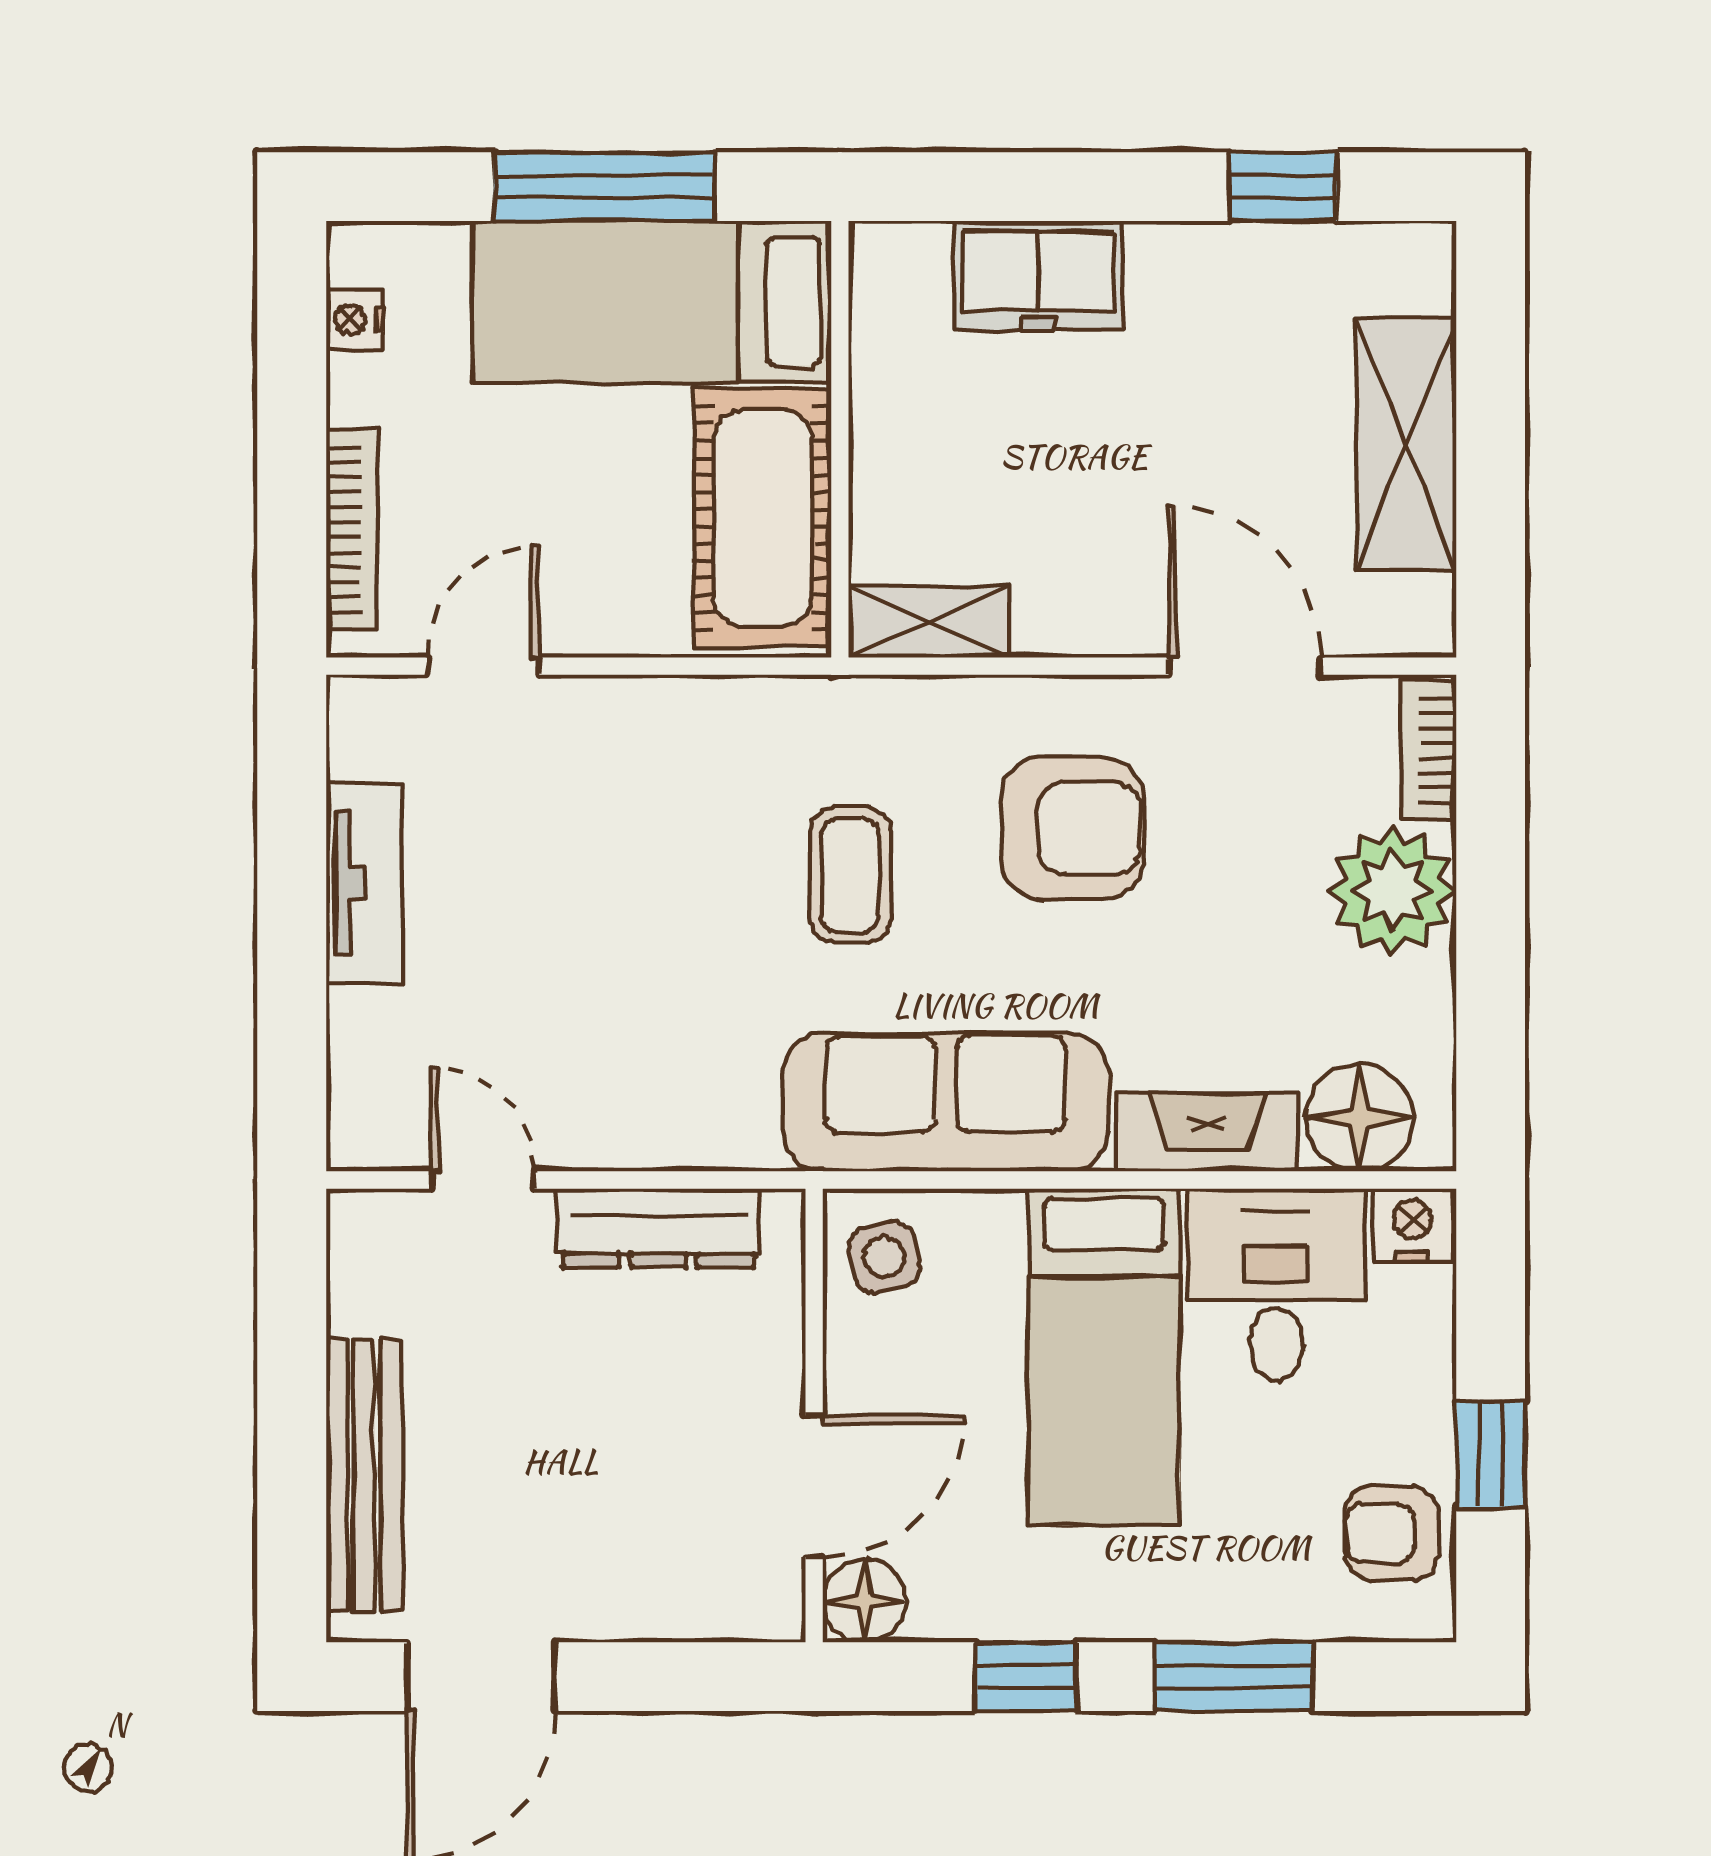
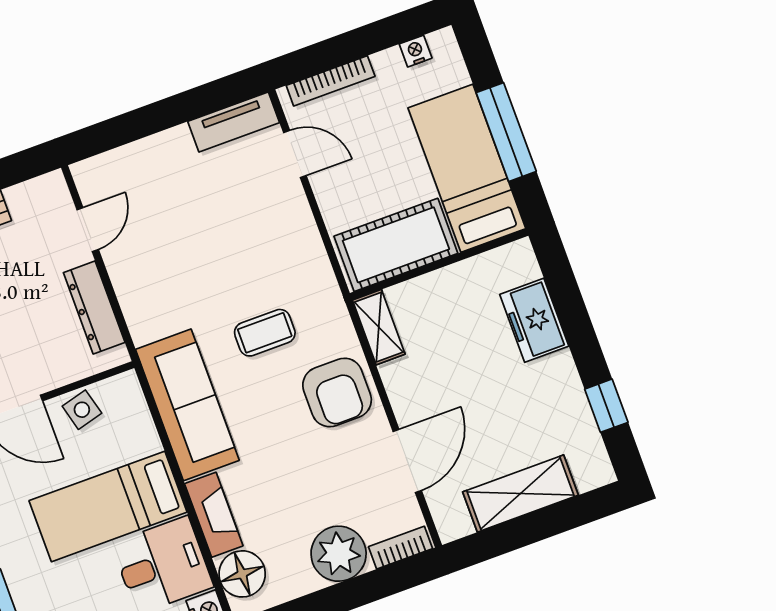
armchair: (1072, 828) -> (337, 392), moved
tv unit: (364, 883) -> (234, 122), moved
side table: (884, 1257) -> (82, 410), moved

